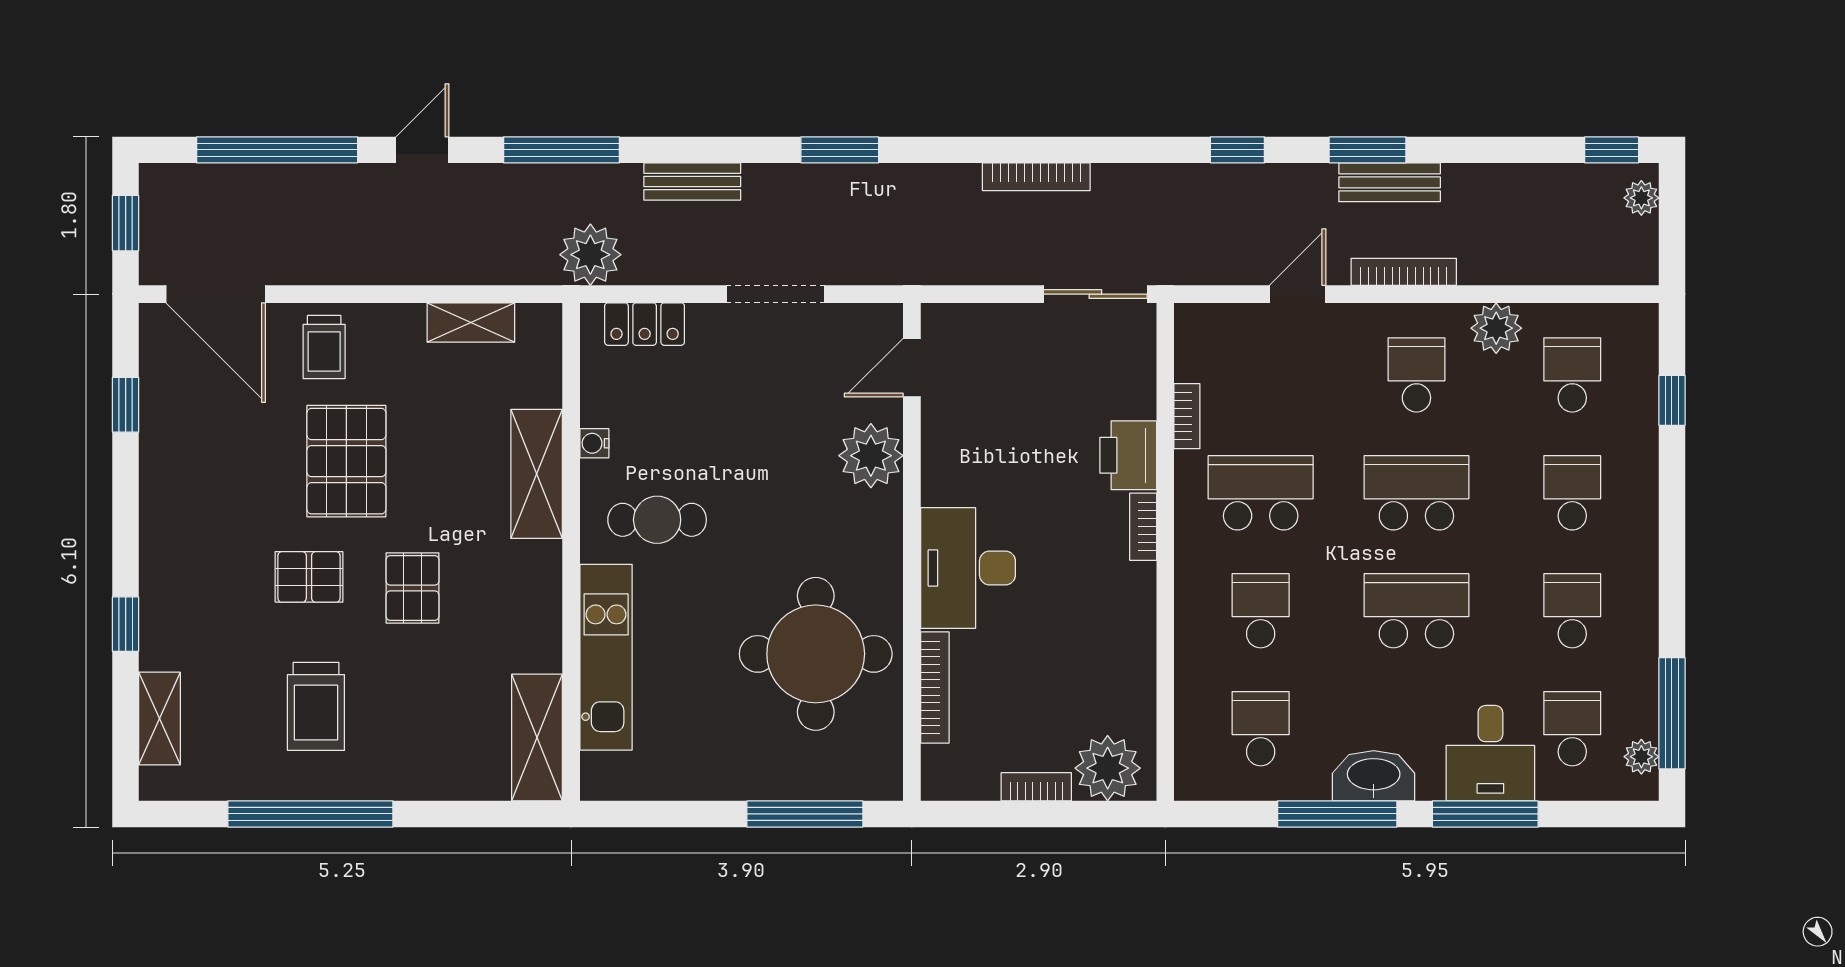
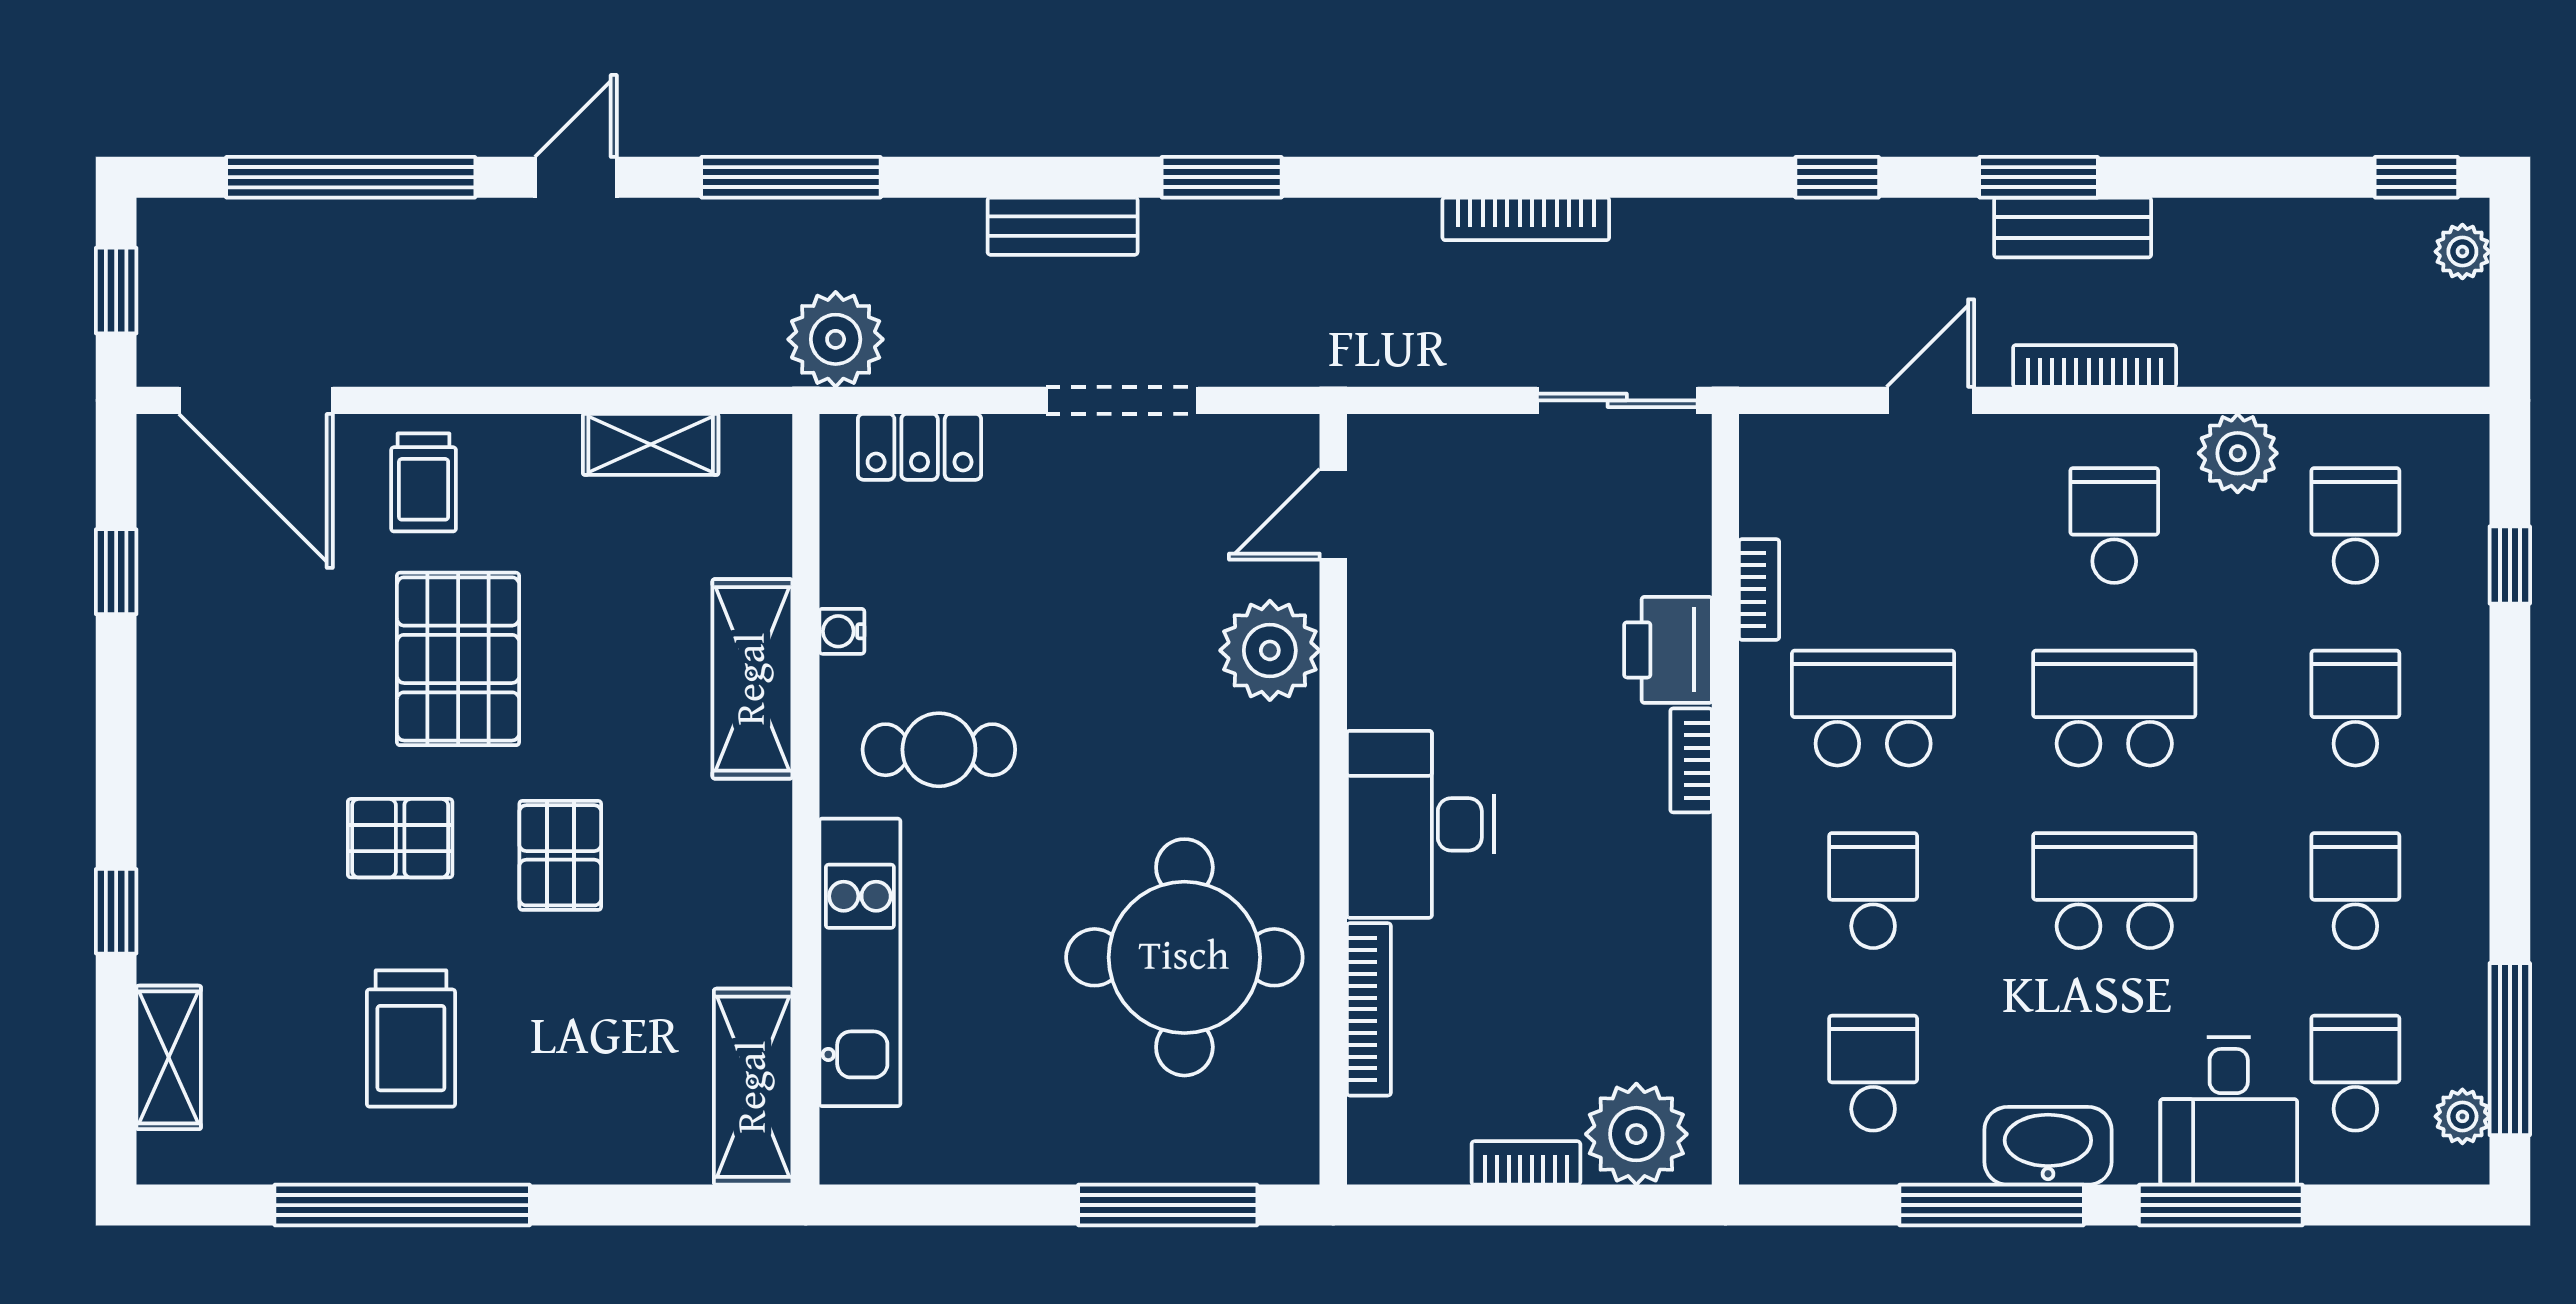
bench: (692, 182) -> (1063, 226), moved

